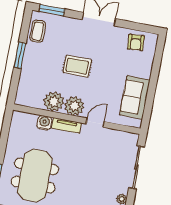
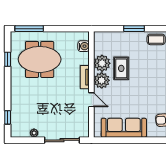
rug: (77, 66) -> (121, 68), moved
sofa: (135, 97) -> (124, 128), width x1.36
water cooler: (44, 123) -> (84, 46), moved

